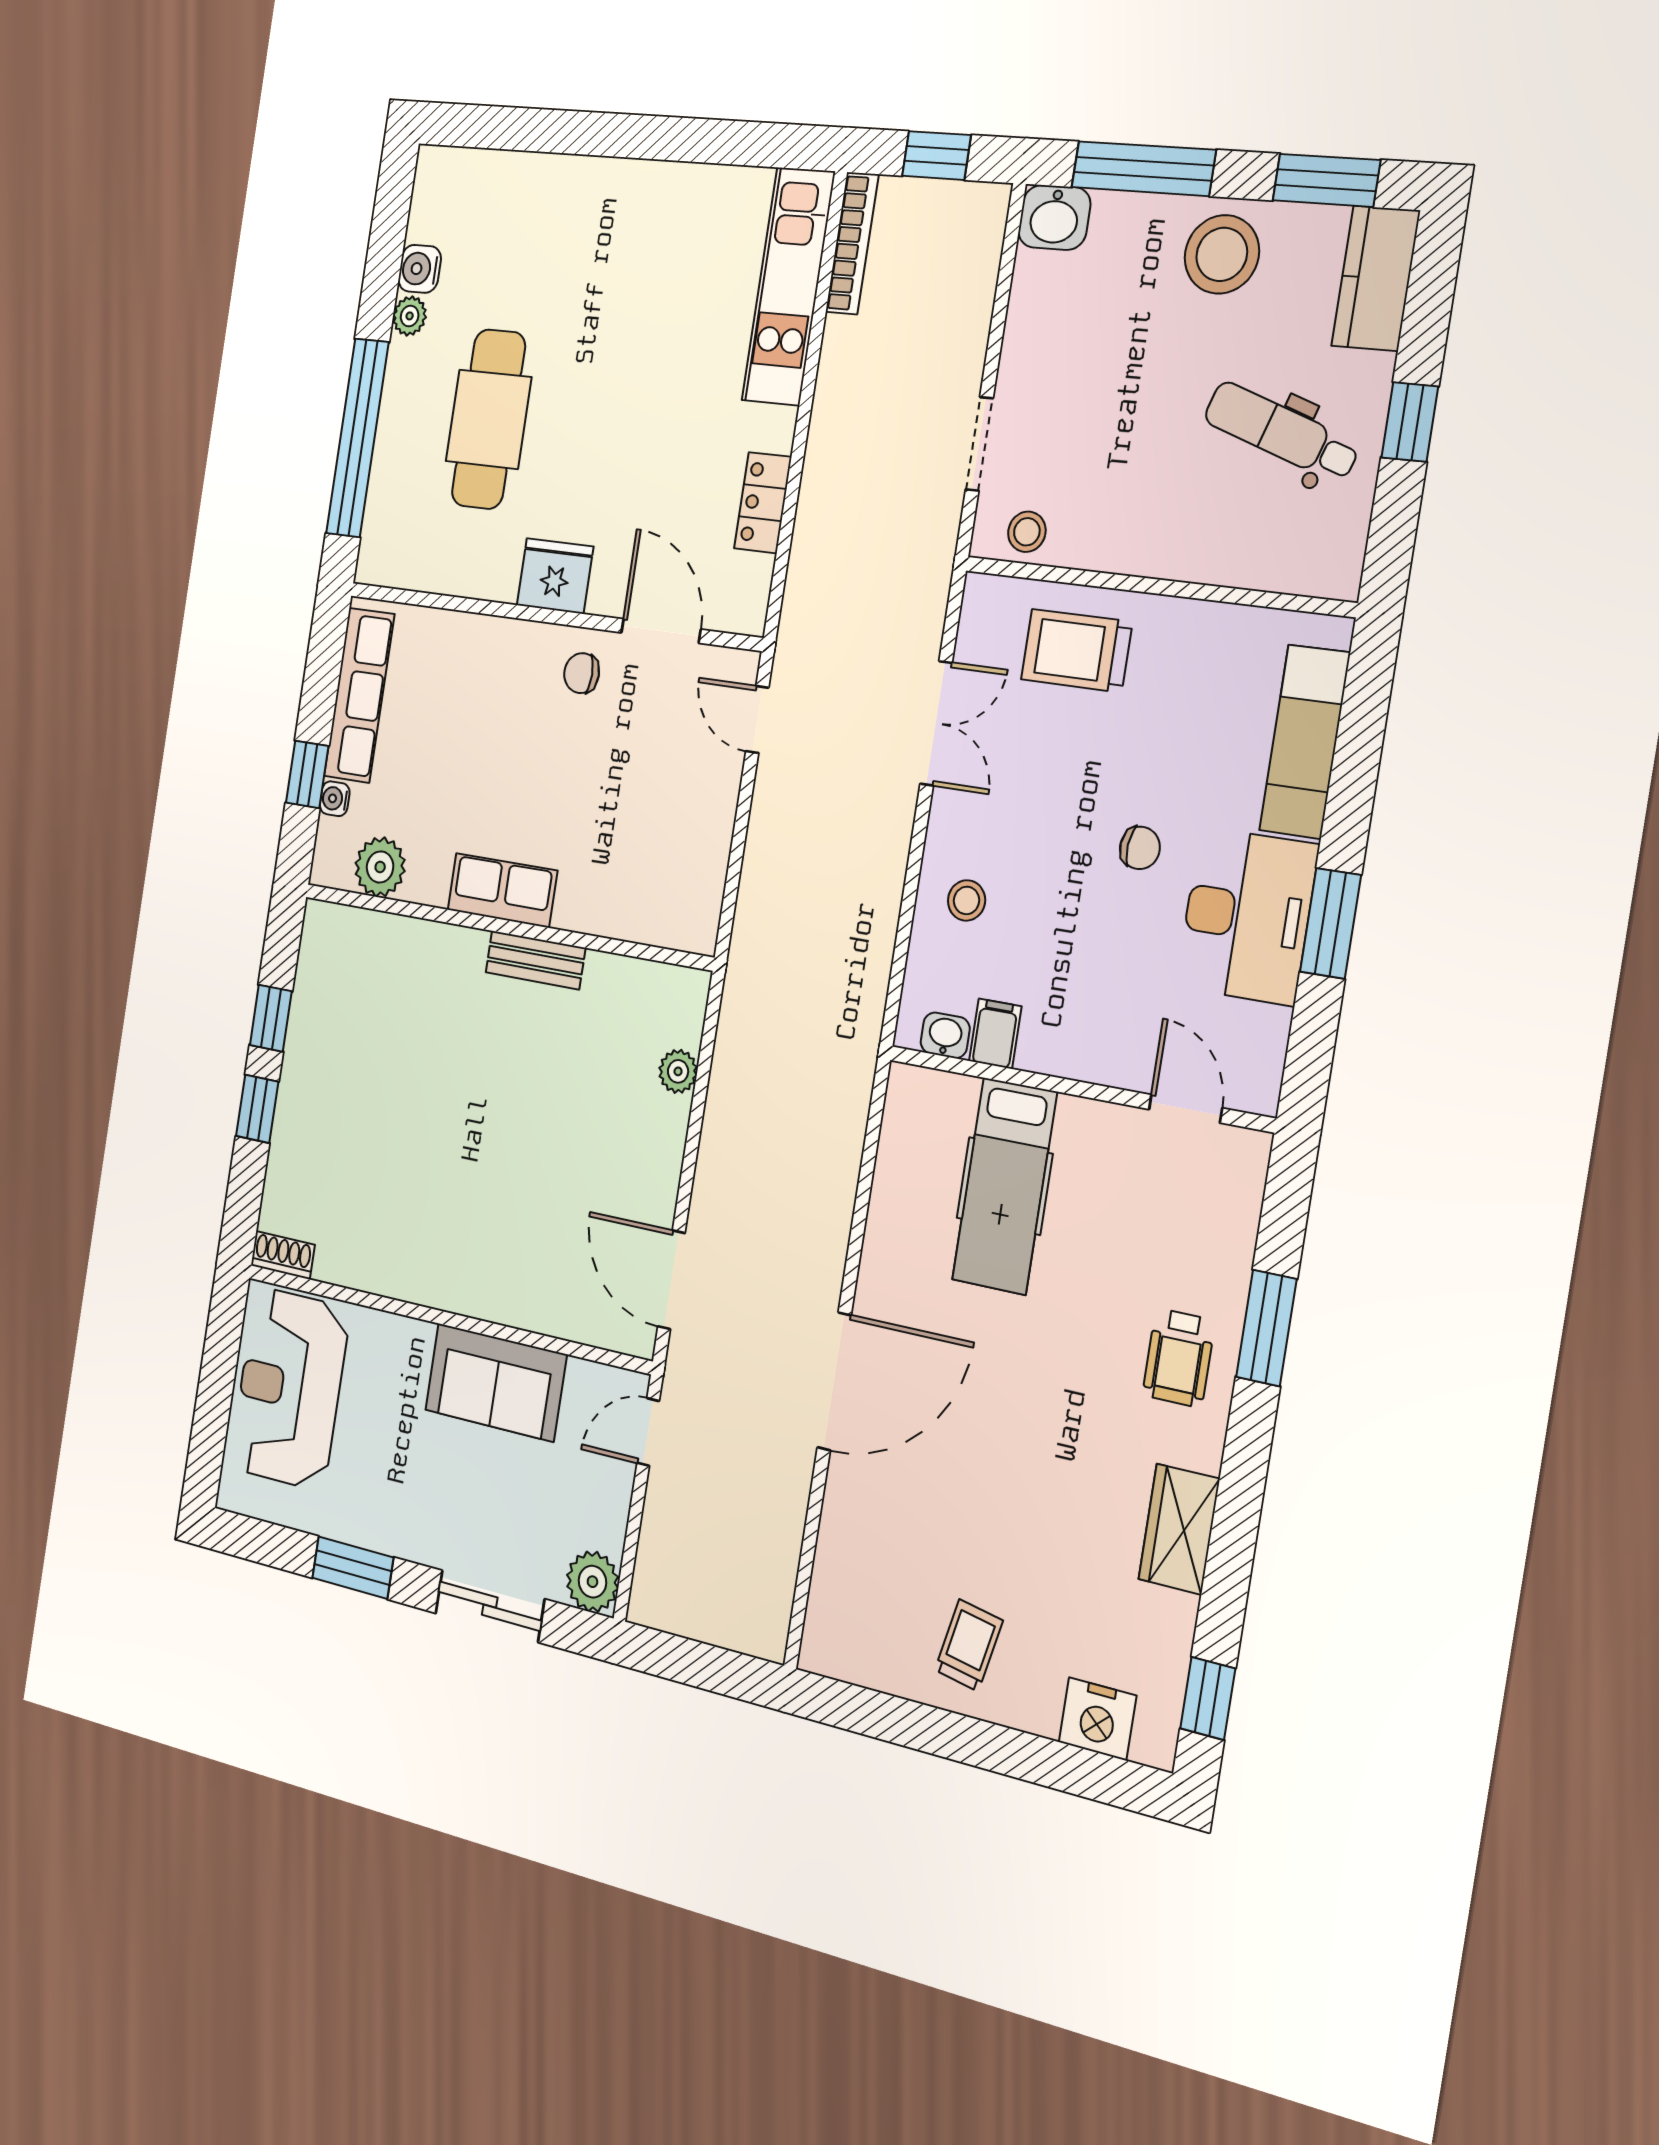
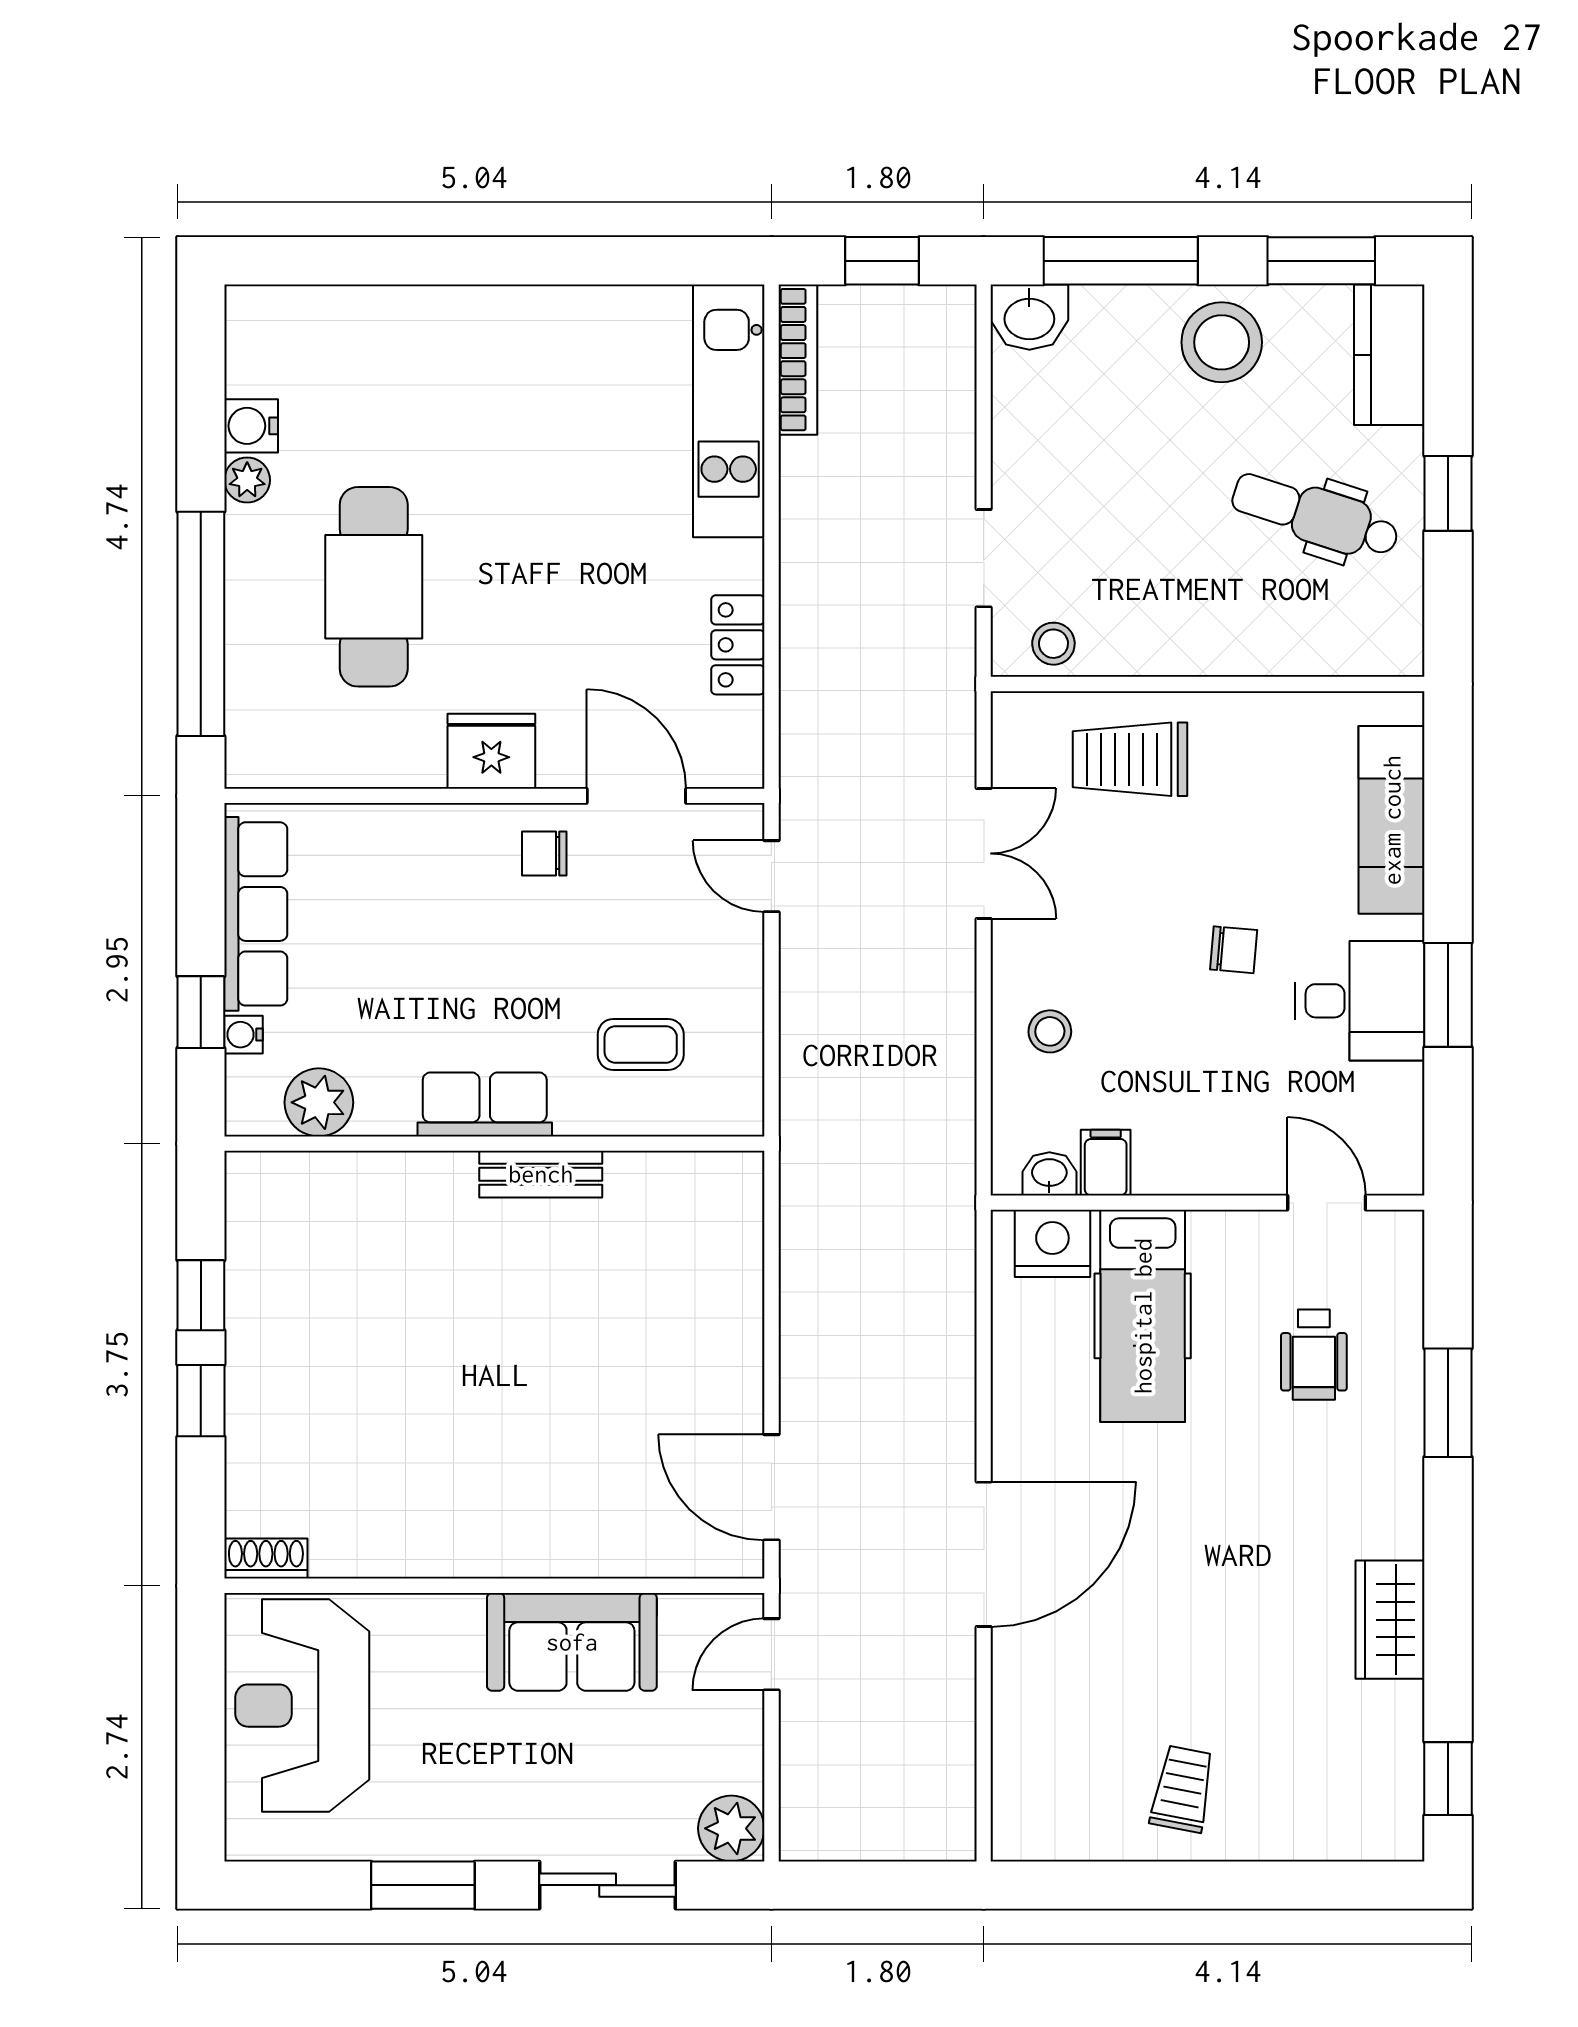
coffee table: (630, 857) -> (641, 1044), added
desk: (1247, 916) -> (1360, 1001), width x0.73
plant: (678, 1071) -> (741, 1265), removed
wheelchair: (1179, 1358) -> (1314, 1355), moved
nightstand: (1098, 1719) -> (1052, 1243), moved, turned 180

